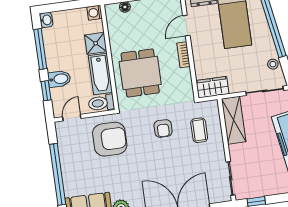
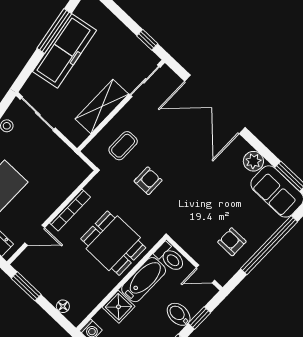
bookcase: (183, 55) -> (70, 210), width x1.56
dining table: (140, 73) -> (113, 243), turned 90
wardrobe: (212, 87) -> (73, 165), removed
shelving: (234, 120) -> (102, 106), moved
armchair: (110, 139) -> (232, 242), moved, width x0.53, depth x0.53

